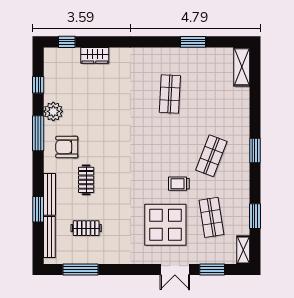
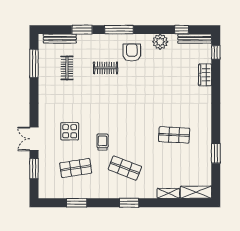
window: (38, 133) -> (119, 30), moved
bench: (49, 194) -> (195, 39), moved
display table: (165, 225) -> (70, 131), width x0.54, depth x0.54
shelving: (243, 250) -> (168, 193), moved

